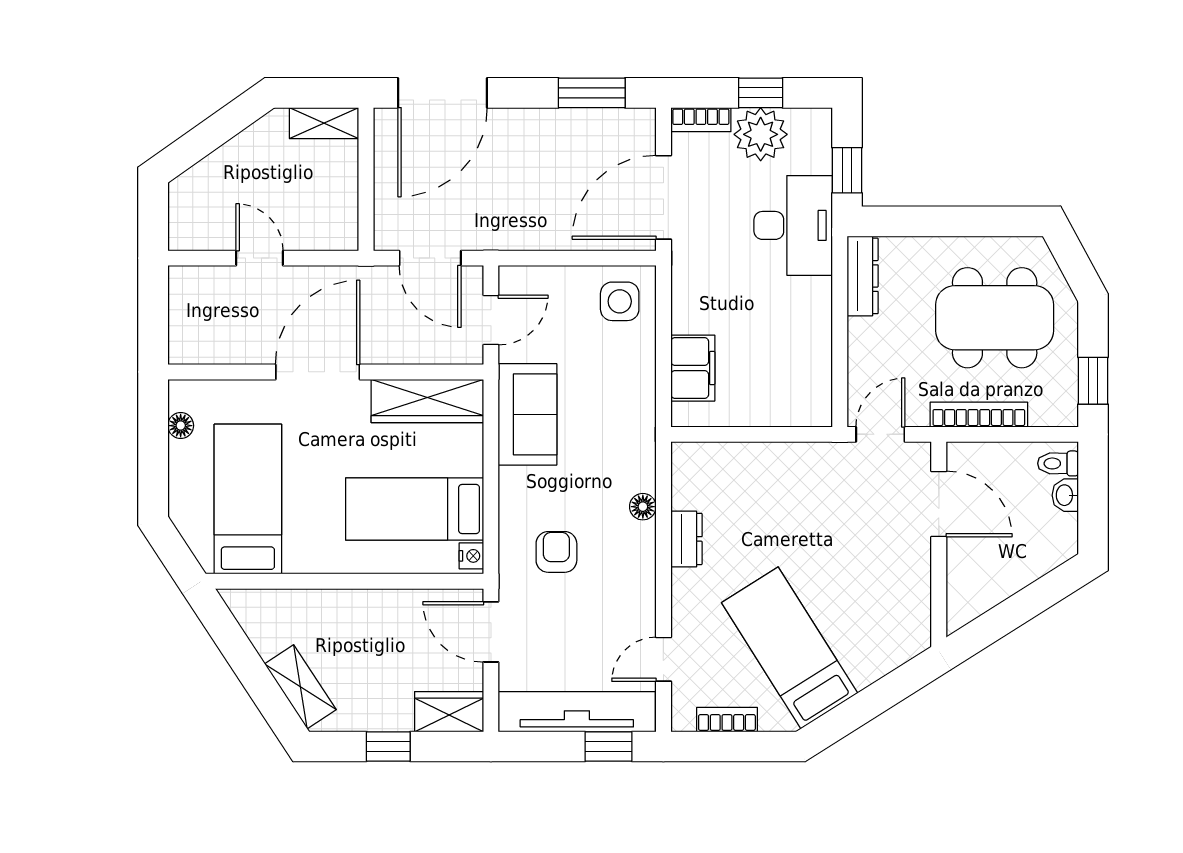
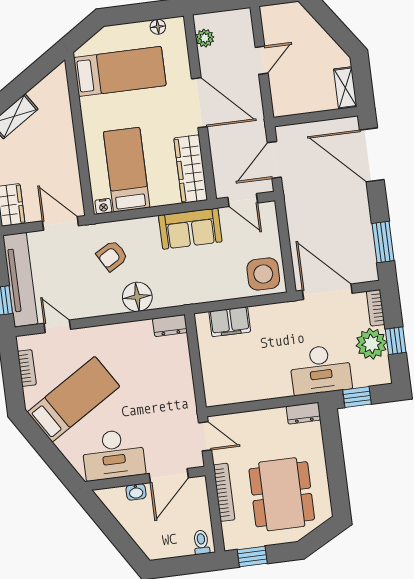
dresser: (863, 276) -> (303, 413), width x0.70
side table: (620, 301) -> (263, 274), width x1.37, depth x1.37
plant: (210, 349) -> (205, 38), added
washbasin: (1065, 495) -> (136, 492), moved, turned 180
floor lamp: (643, 507) -> (137, 297), width x1.89, depth x1.89
dresser: (686, 539) -> (170, 326), moved
armchair: (556, 552) -> (112, 256), turned 150
desk: (891, 592) -> (113, 455), added
door: (491, 632) -> (60, 223), hinge flipped

